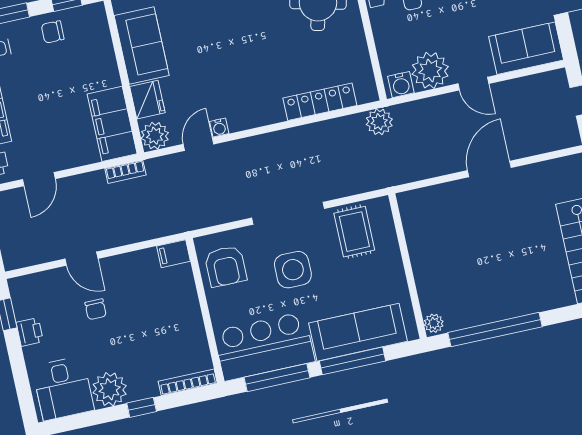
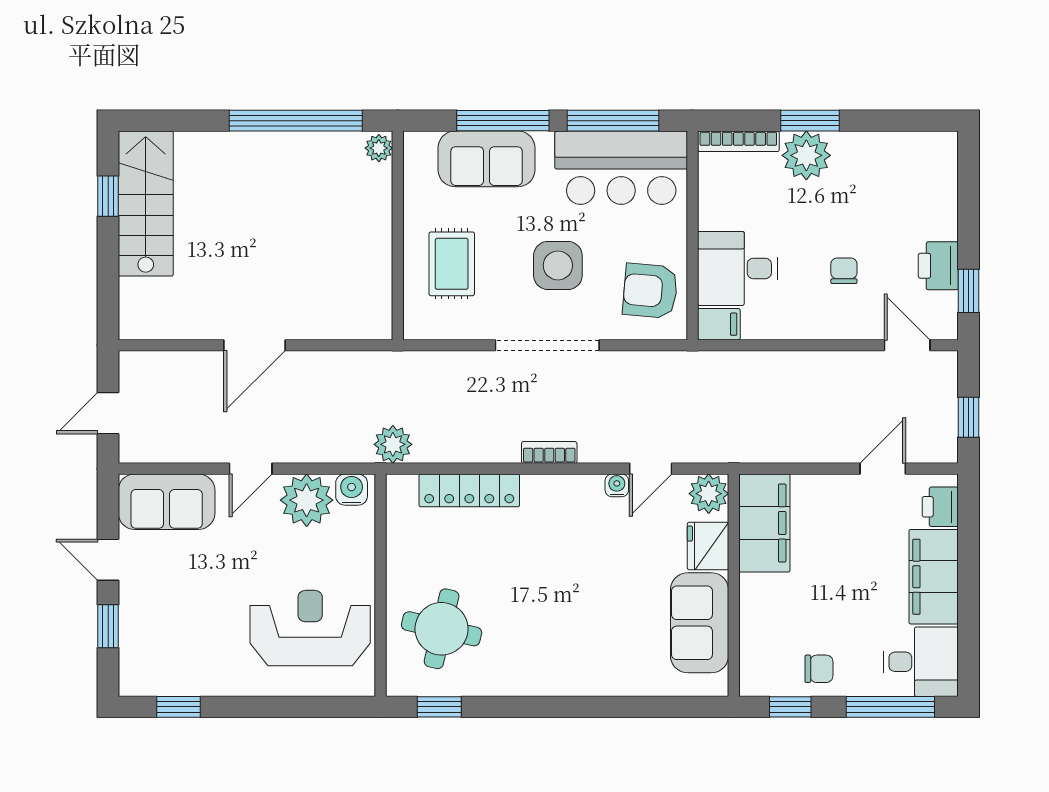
door: (473, 84) -> (251, 469), swing flipped
bookcase: (125, 172) -> (549, 452), moved
rug: (354, 232) -> (452, 264), moved
door: (81, 259) -> (907, 345), moved
armchair: (226, 266) -> (650, 291), turned -85
printer: (30, 332) -> (938, 266), width x1.36, depth x1.24
sofa: (358, 332) -> (487, 159), width x0.73
desk: (63, 388) -> (738, 268), moved, turned -90
plant: (110, 389) -> (806, 155), moved
window: (142, 407) -> (810, 121), width x1.50

